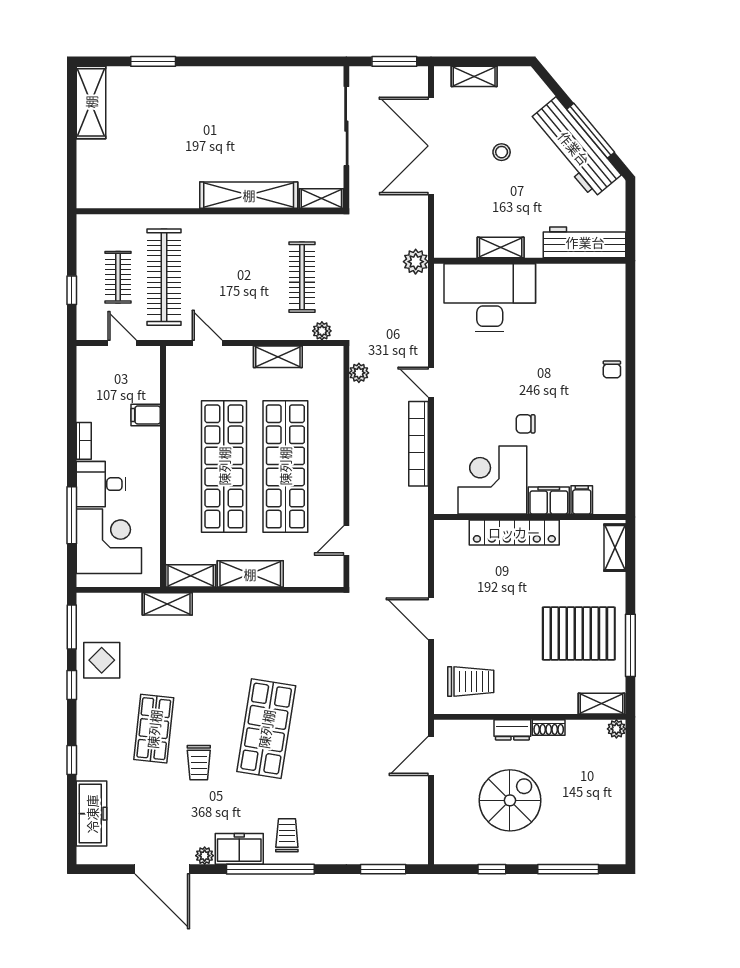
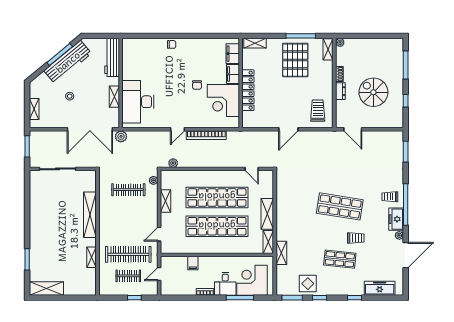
double door: (431, 146) -> (90, 129), moved
shelving: (321, 199) -> (91, 257), moved
filing cabinet: (582, 500) -> (233, 54), width x2.00

